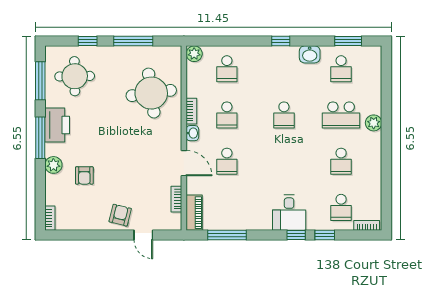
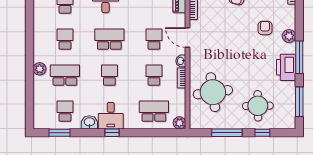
desk: (282, 63) -> (111, 116), added
school desk: (227, 69) -> (154, 111), width x1.85
round table: (75, 76) -> (258, 106), moved
school desk: (284, 161) -> (109, 39), added

